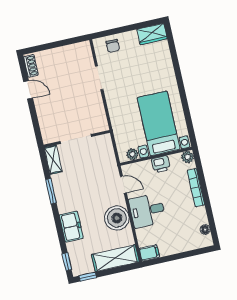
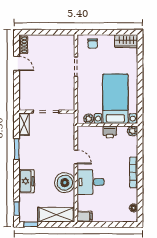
bed with nightstands: (159, 123) -> (115, 99), moved
plant: (132, 154) -> (89, 119), moved
wall: (156, 156) -> (107, 125), moved
plant: (188, 157) -> (133, 131), moved
printer: (161, 164) -> (110, 132), moved

